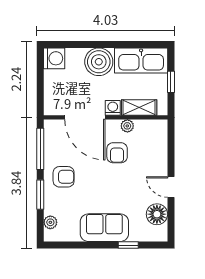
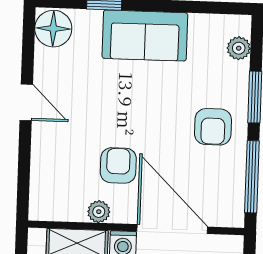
armchair: (64, 177) -> (213, 127), turned -90
floor lamp: (157, 214) -> (53, 29), moved

